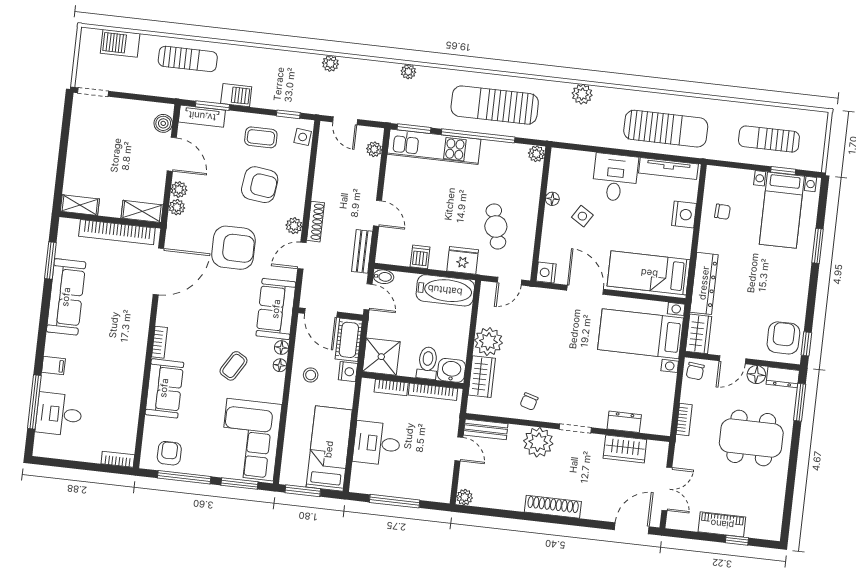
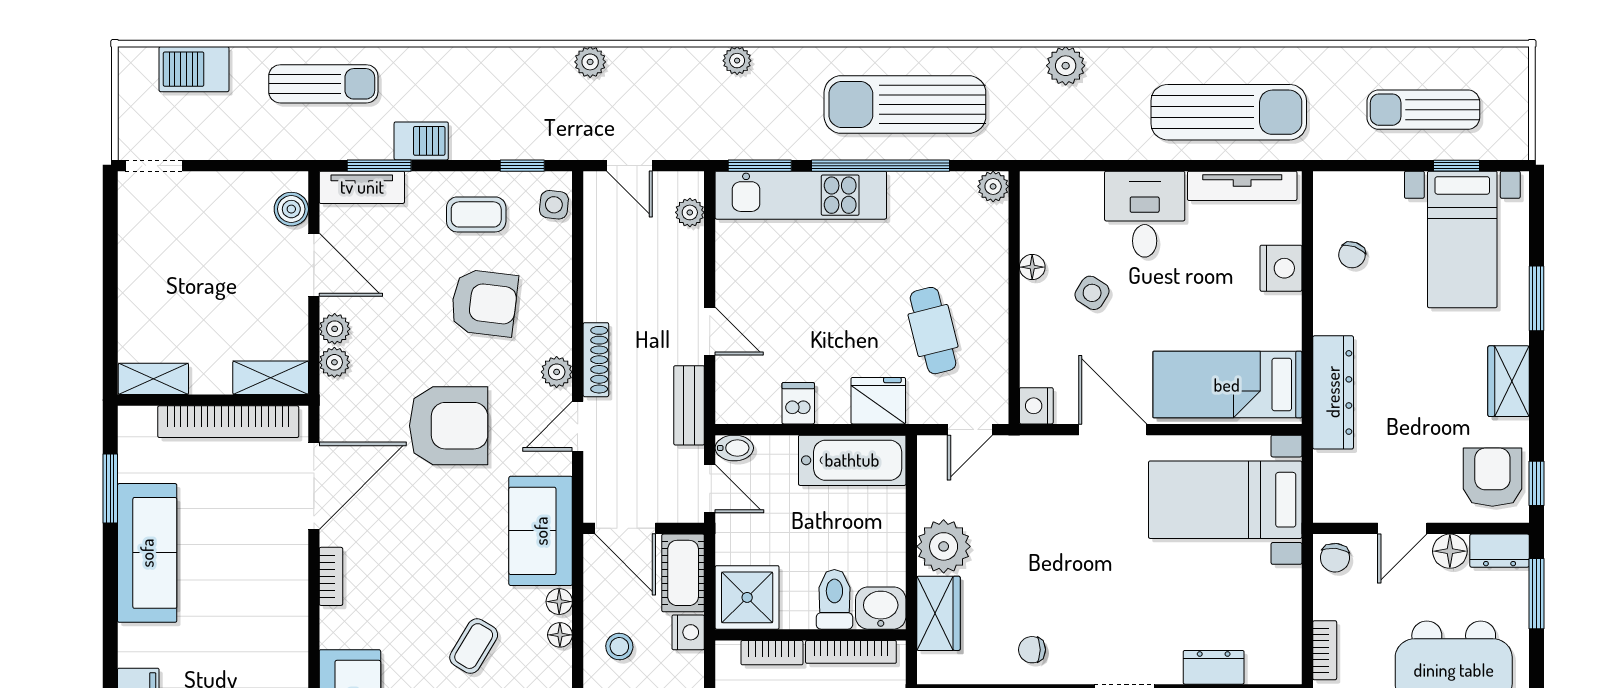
chair: (722, 212) -> (1352, 255), turned 107
wardrobe: (699, 334) -> (1509, 381), moved, turned 180
bookcase: (160, 342) -> (331, 576), moved
chair: (529, 402) -> (1032, 650), turned 74

